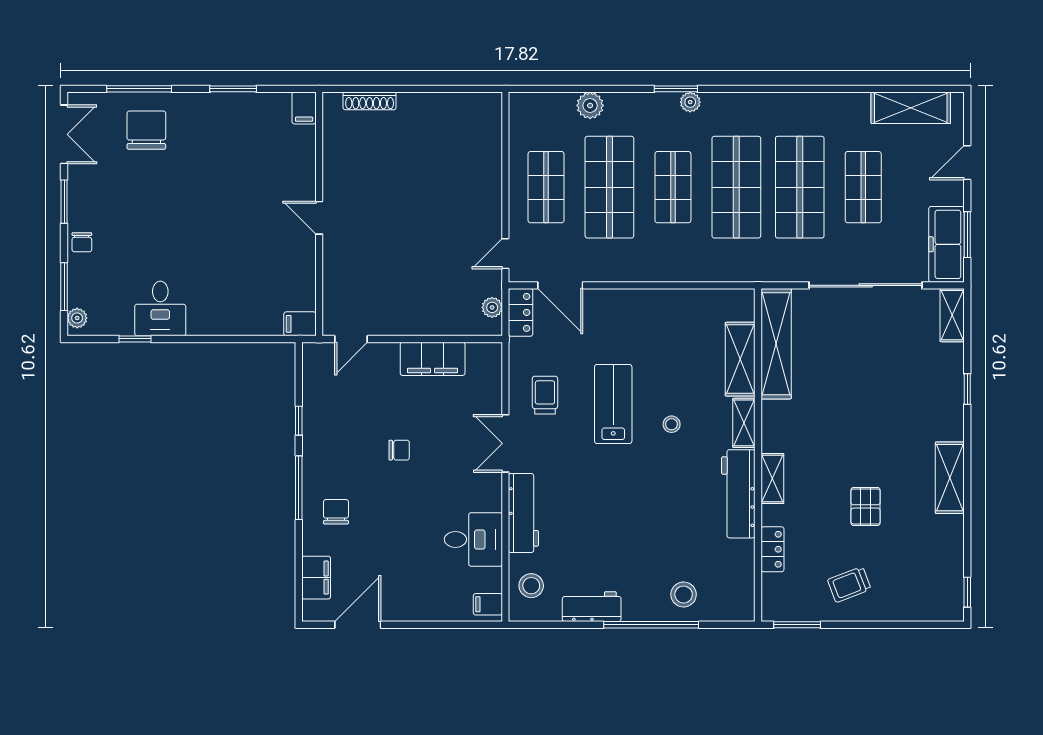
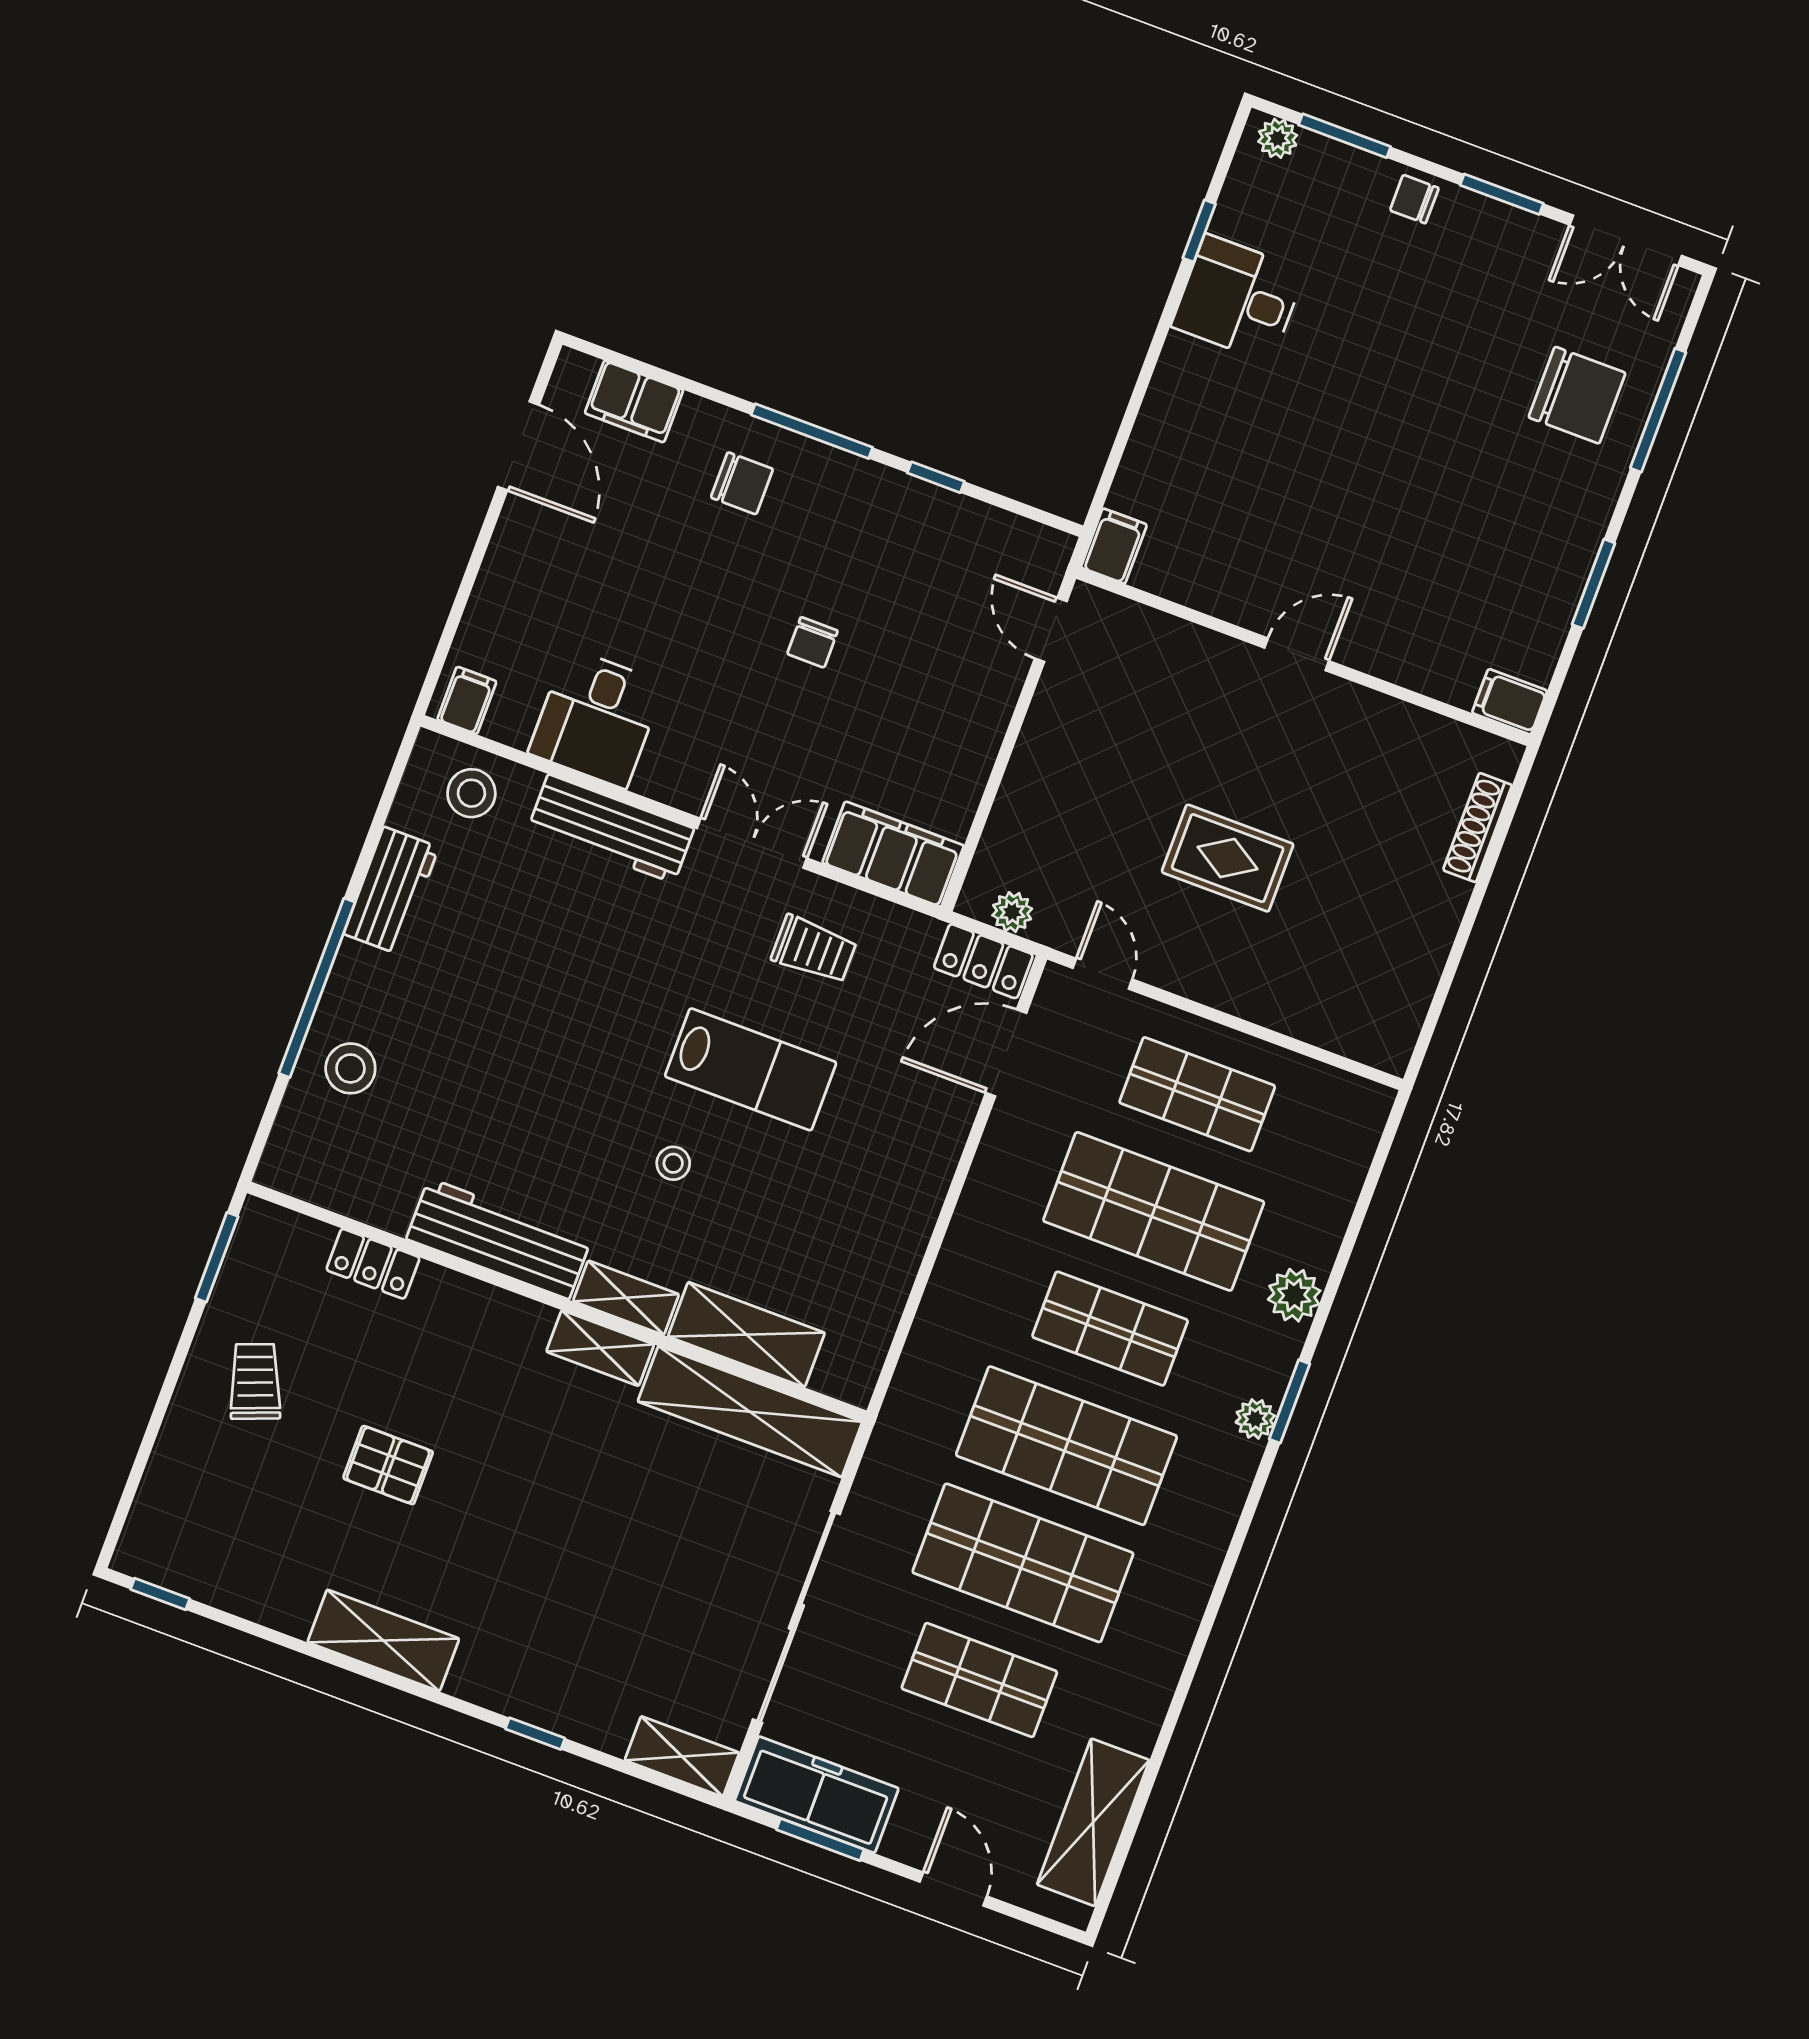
plant: (590, 105) -> (1294, 1295), moved
rug: (428, 214) -> (1228, 858), added
filing cabinet: (433, 359) -> (893, 854), moved, turned 90
shelving: (772, 479) -> (600, 1348), moved

